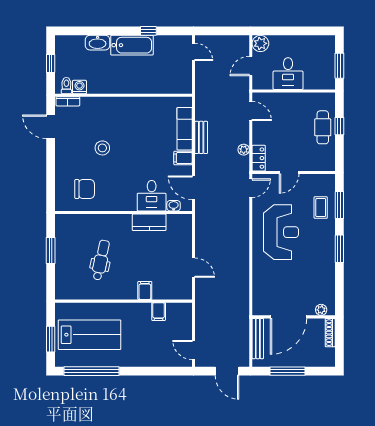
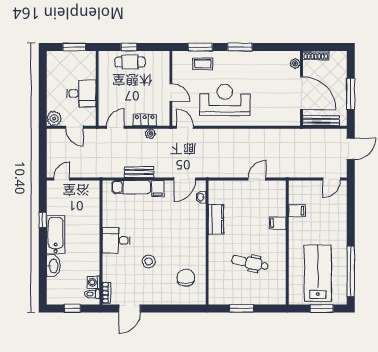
locker: (259, 158) -> (145, 120), moved
desk: (152, 196) -> (116, 241), moved, turned 180

